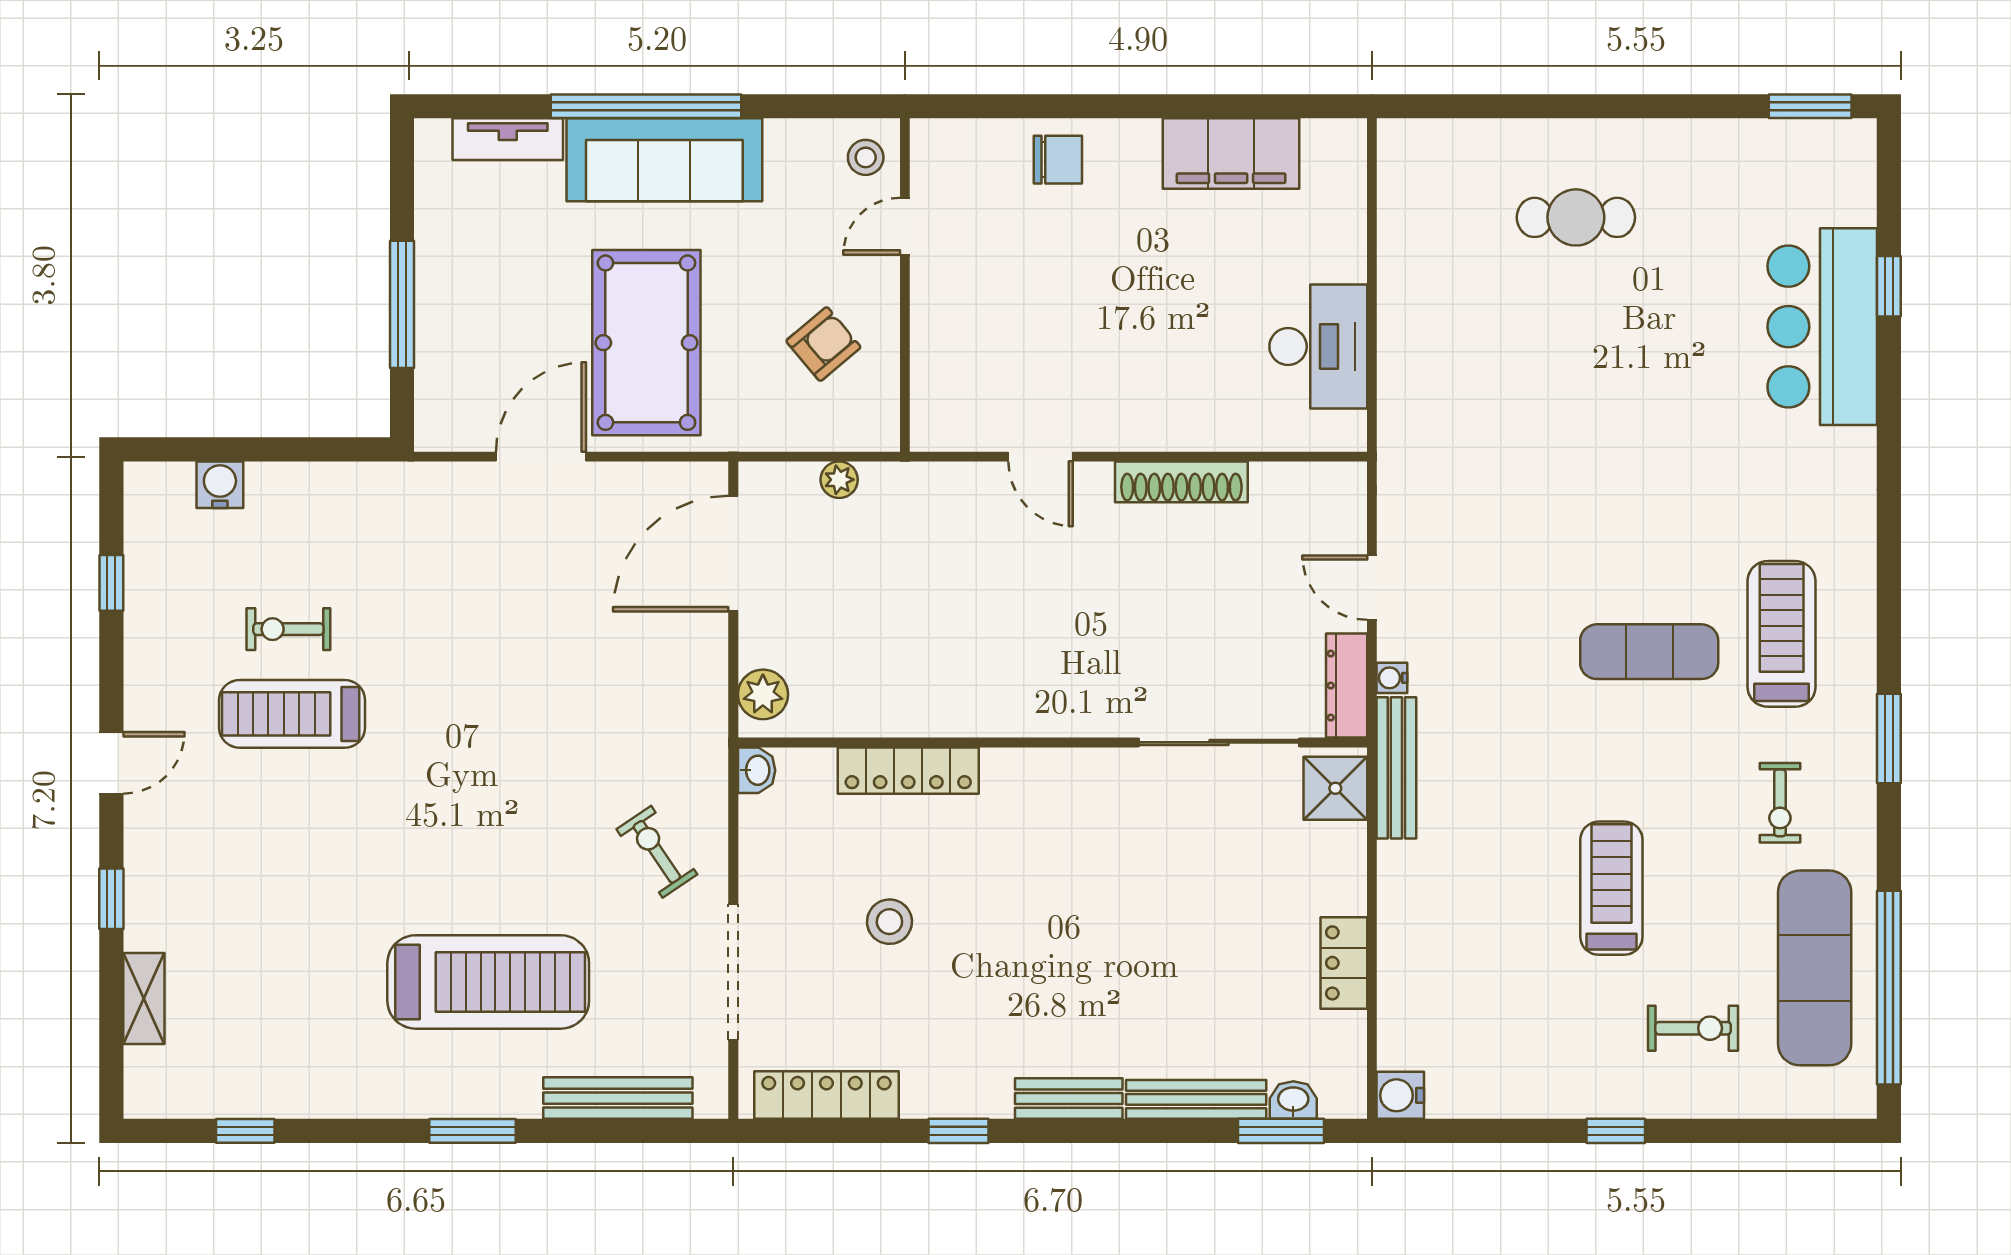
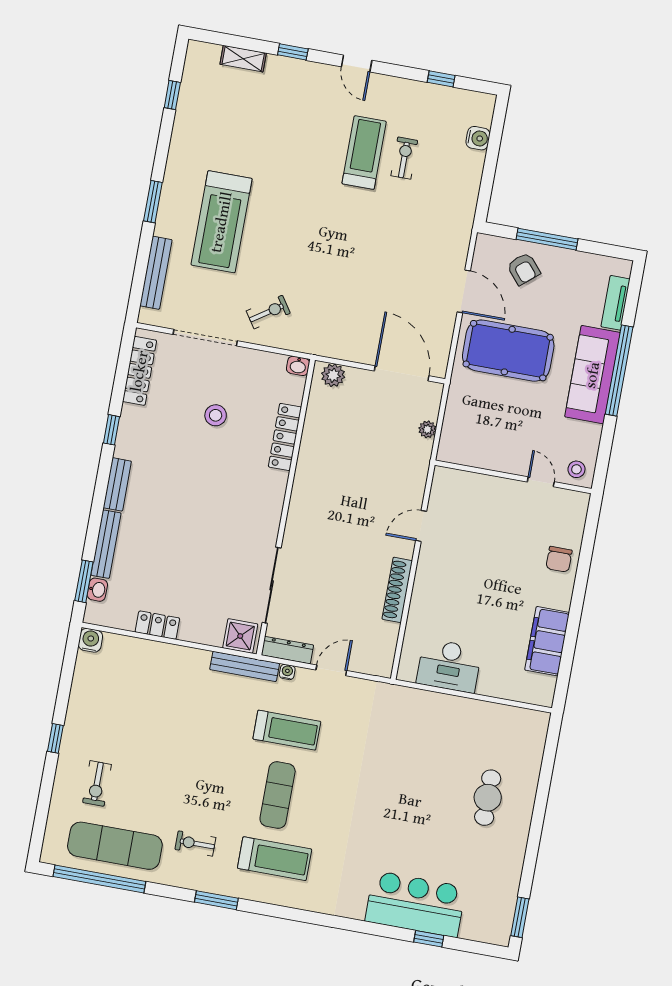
armchair: (823, 344) -> (524, 269), moved
treadmill: (1611, 888) -> (287, 730), moved

